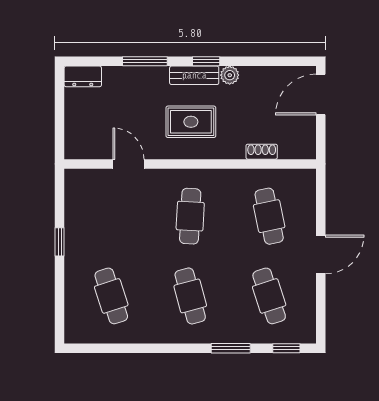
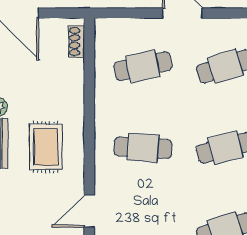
shoe rack: (262, 152) -> (77, 42), moved

